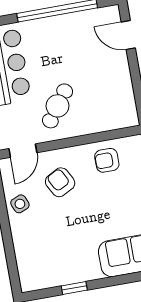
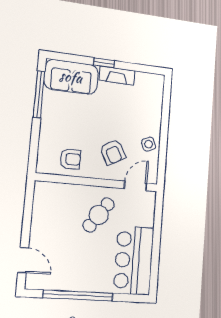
fireplace: (79, 274) -> (117, 76), added
window: (74, 288) -> (104, 63), moved

